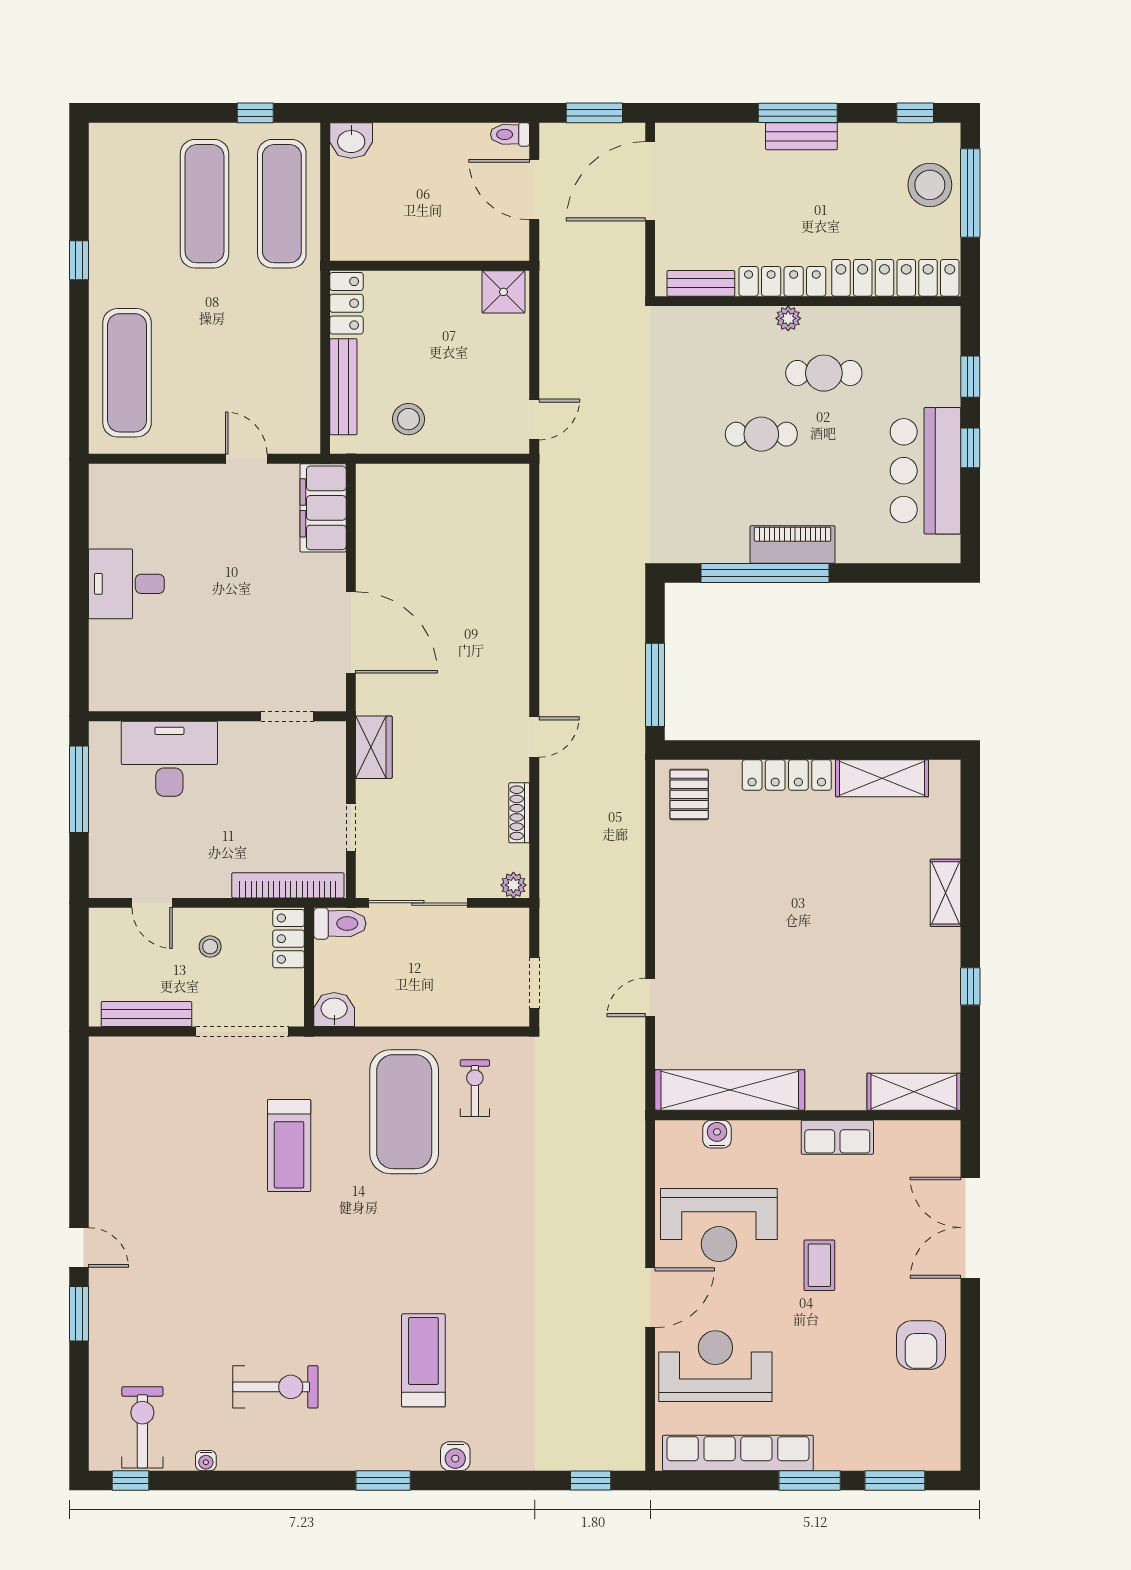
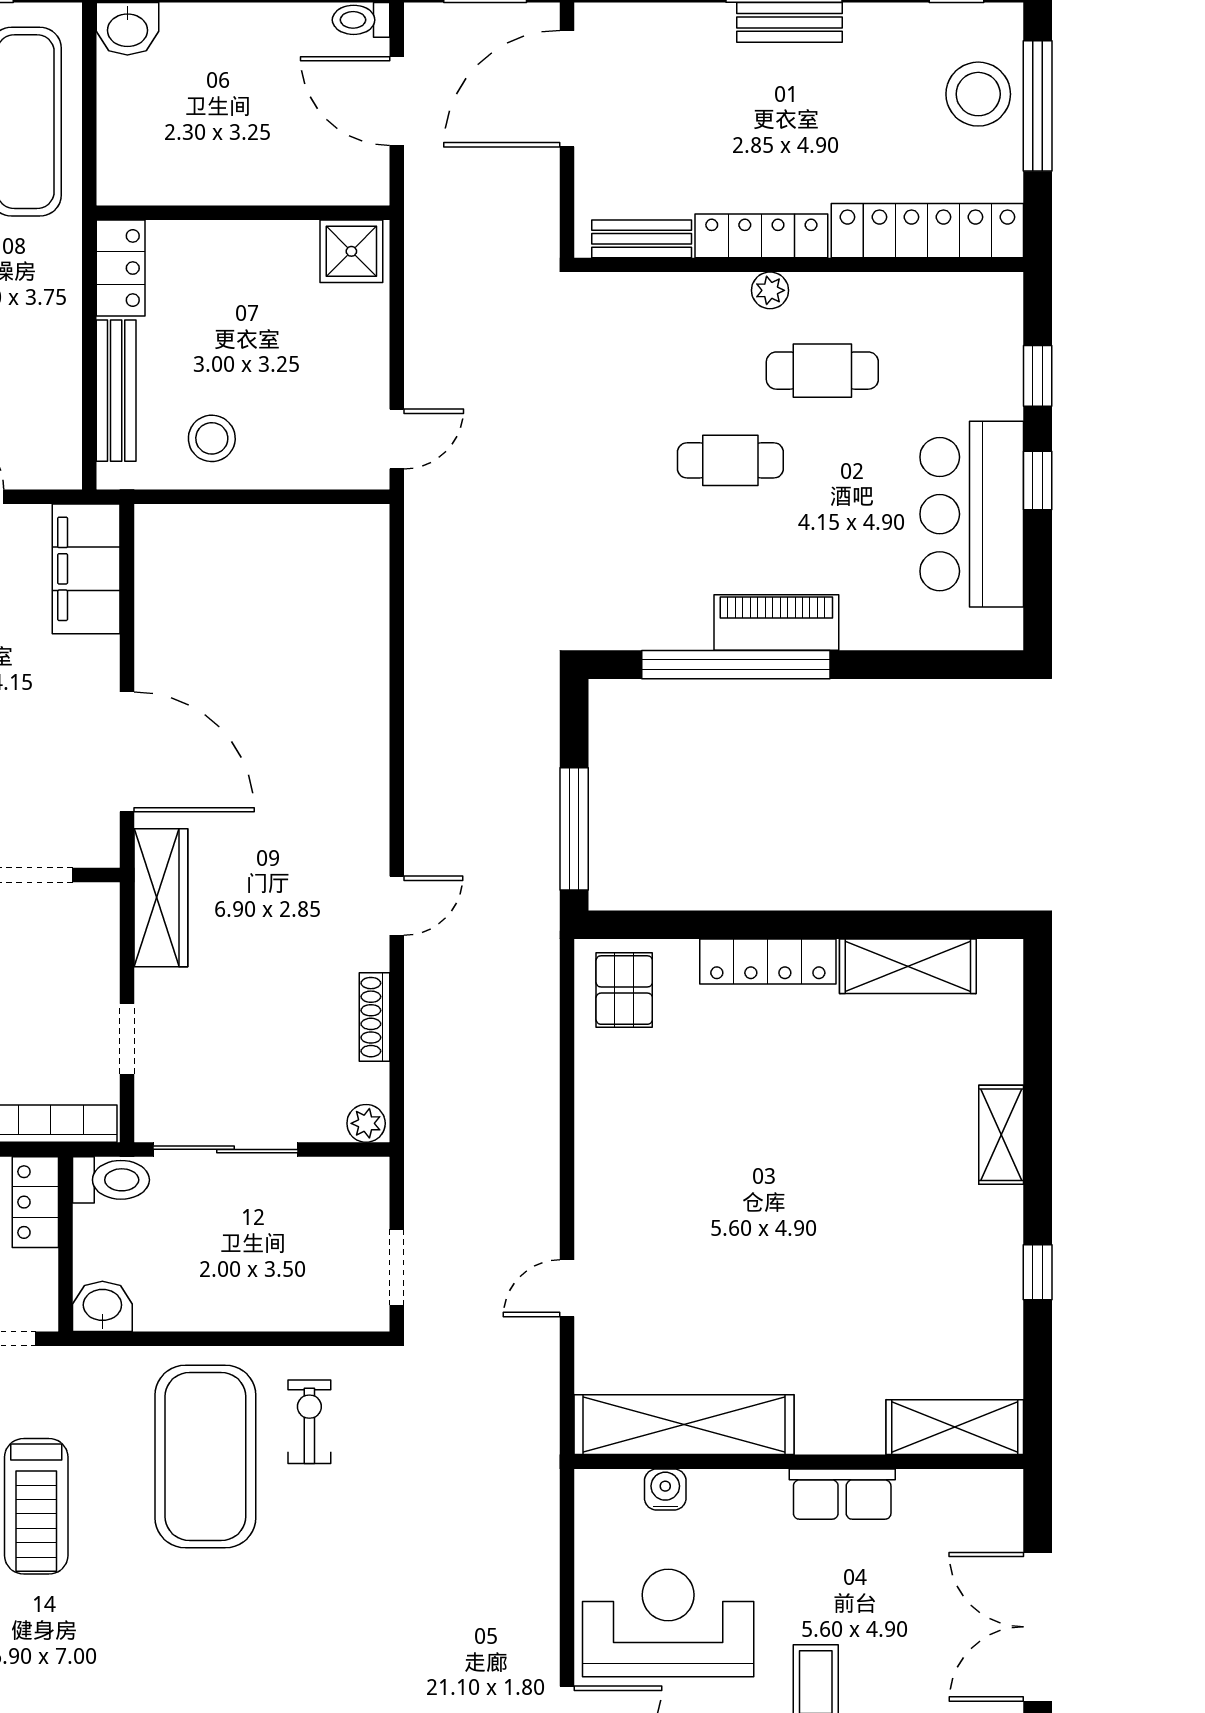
wardrobe: (374, 747) -> (161, 898), width x1.50
reception desk: (719, 1225) -> (668, 1623), turned 180

